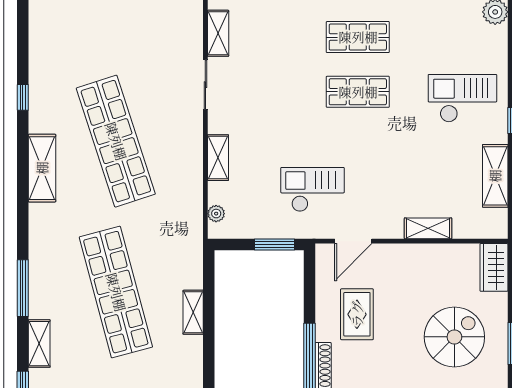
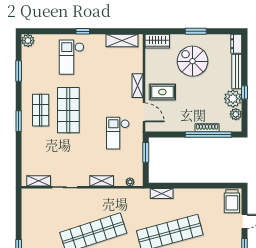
shop shelf: (358, 92) -> (68, 110), width x1.43, depth x1.36
shelving: (495, 176) -> (122, 40), moved
shelving: (428, 228) -> (137, 86), moved
shelving: (193, 312) -> (162, 193), moved
rug: (357, 314) -> (162, 92), moved

